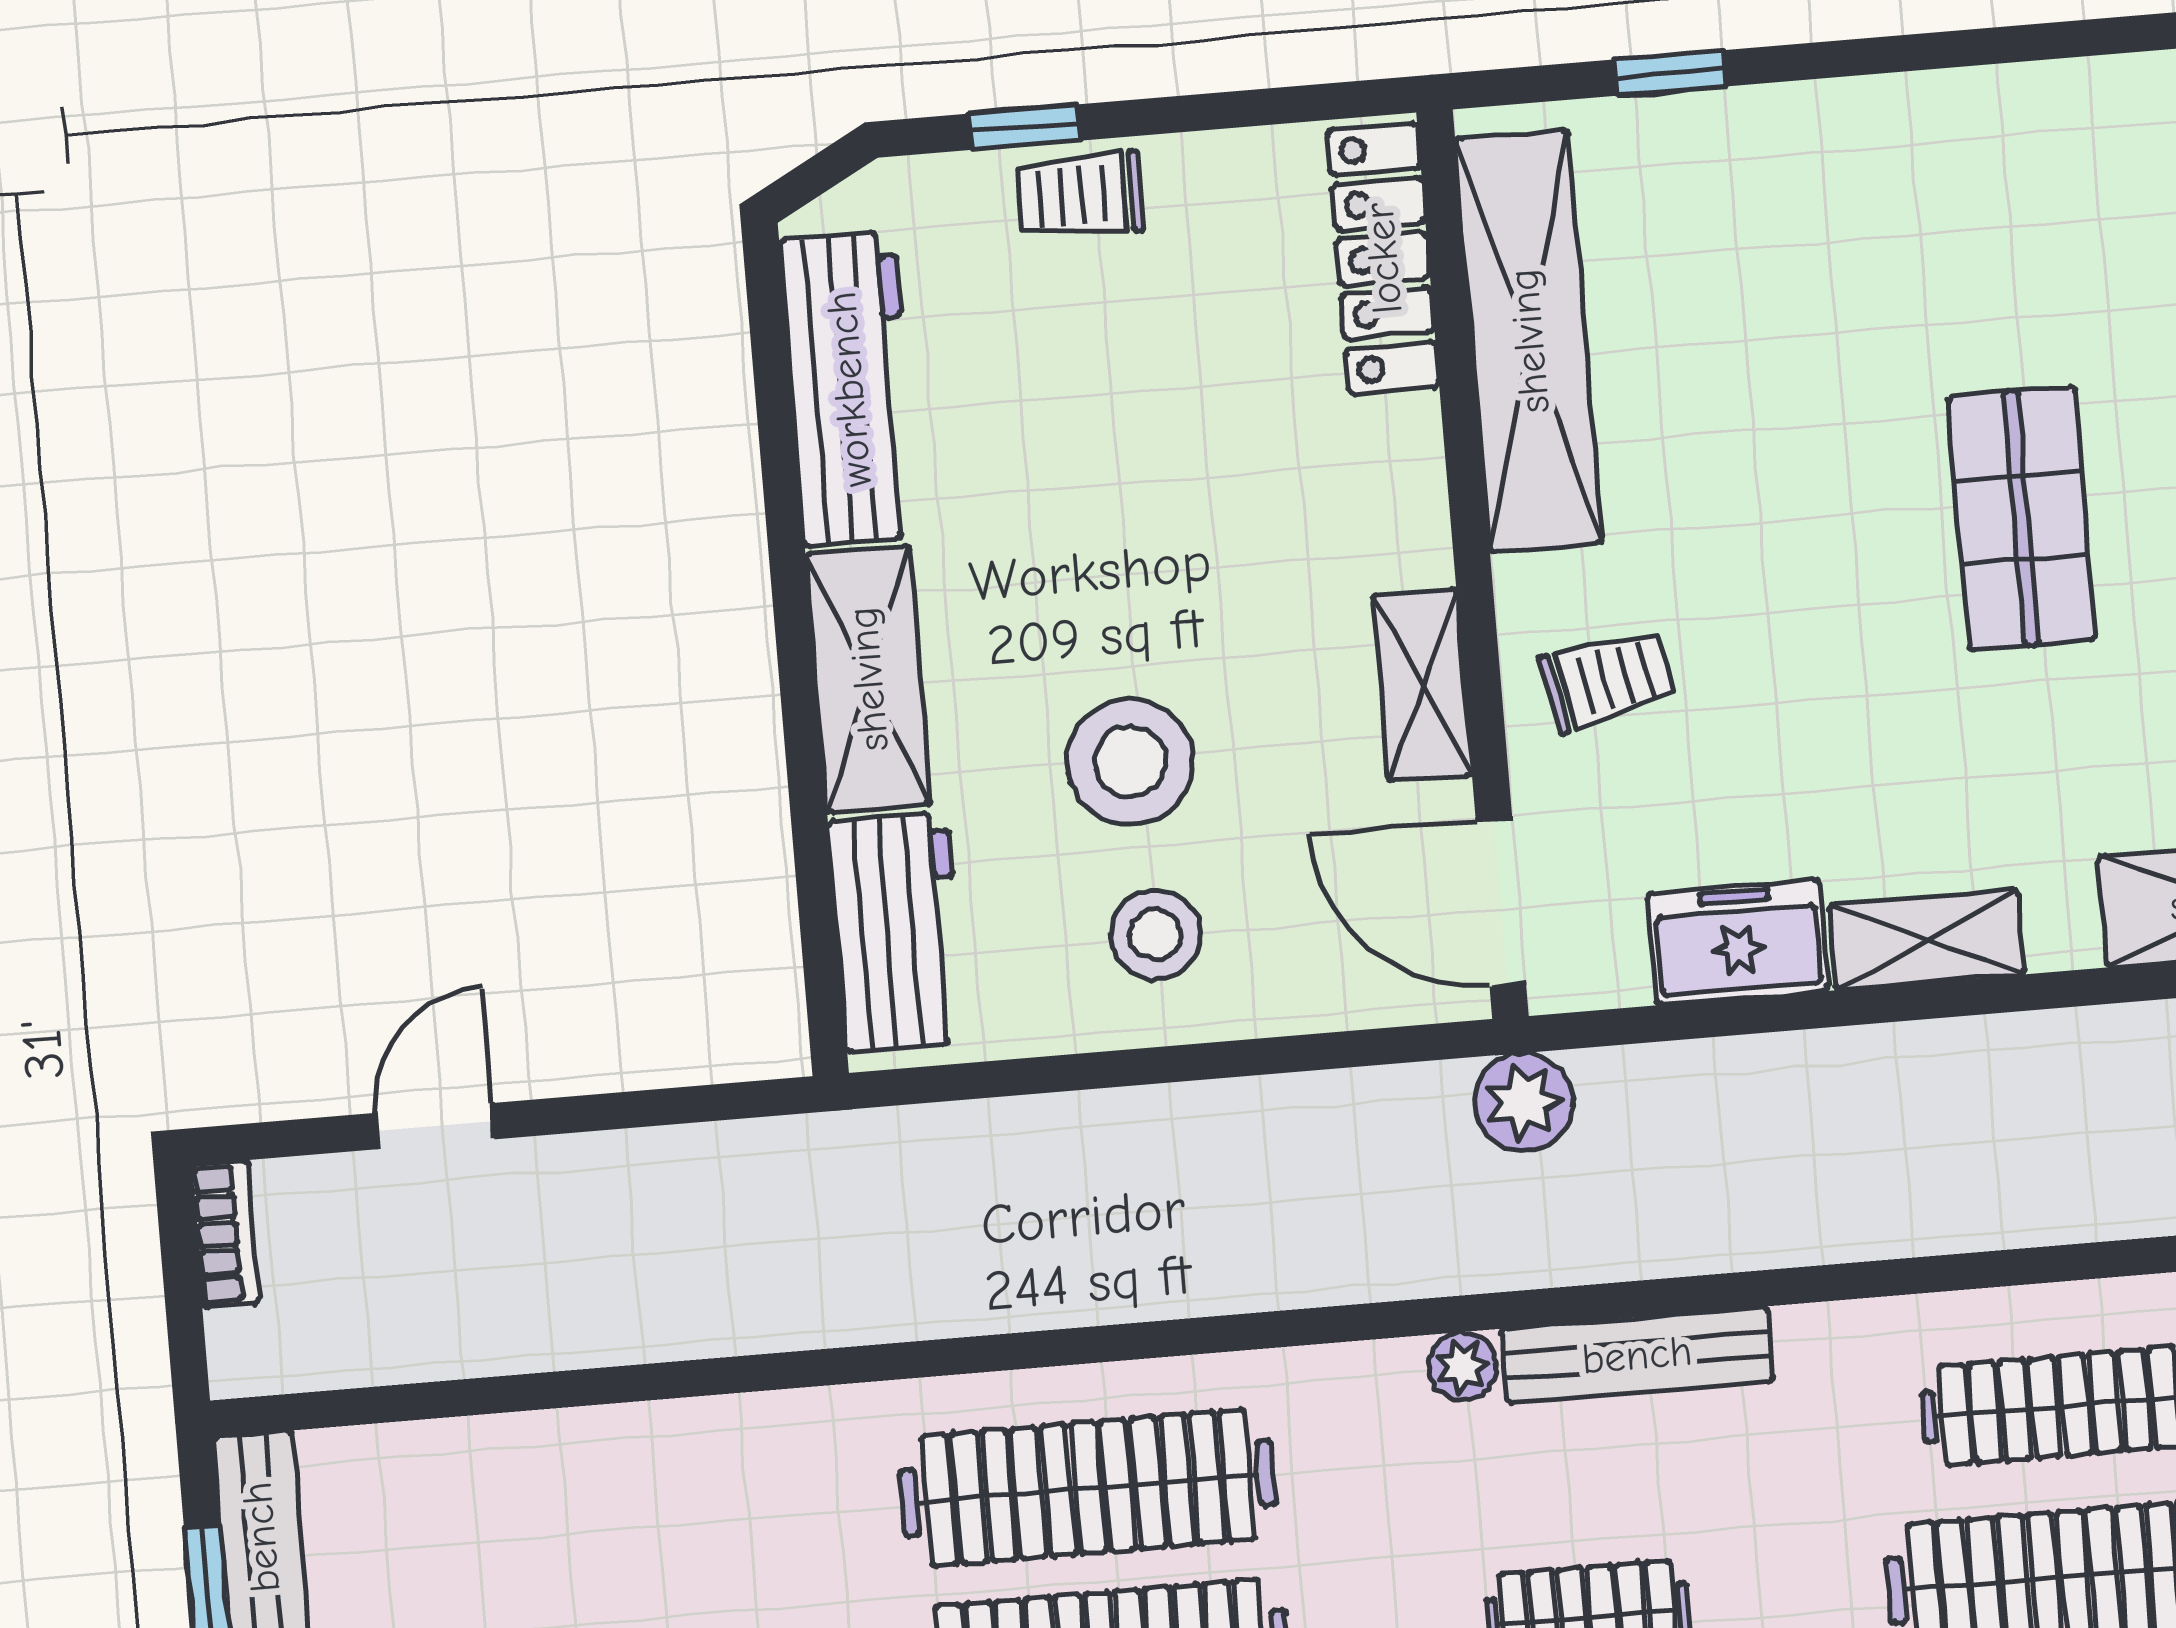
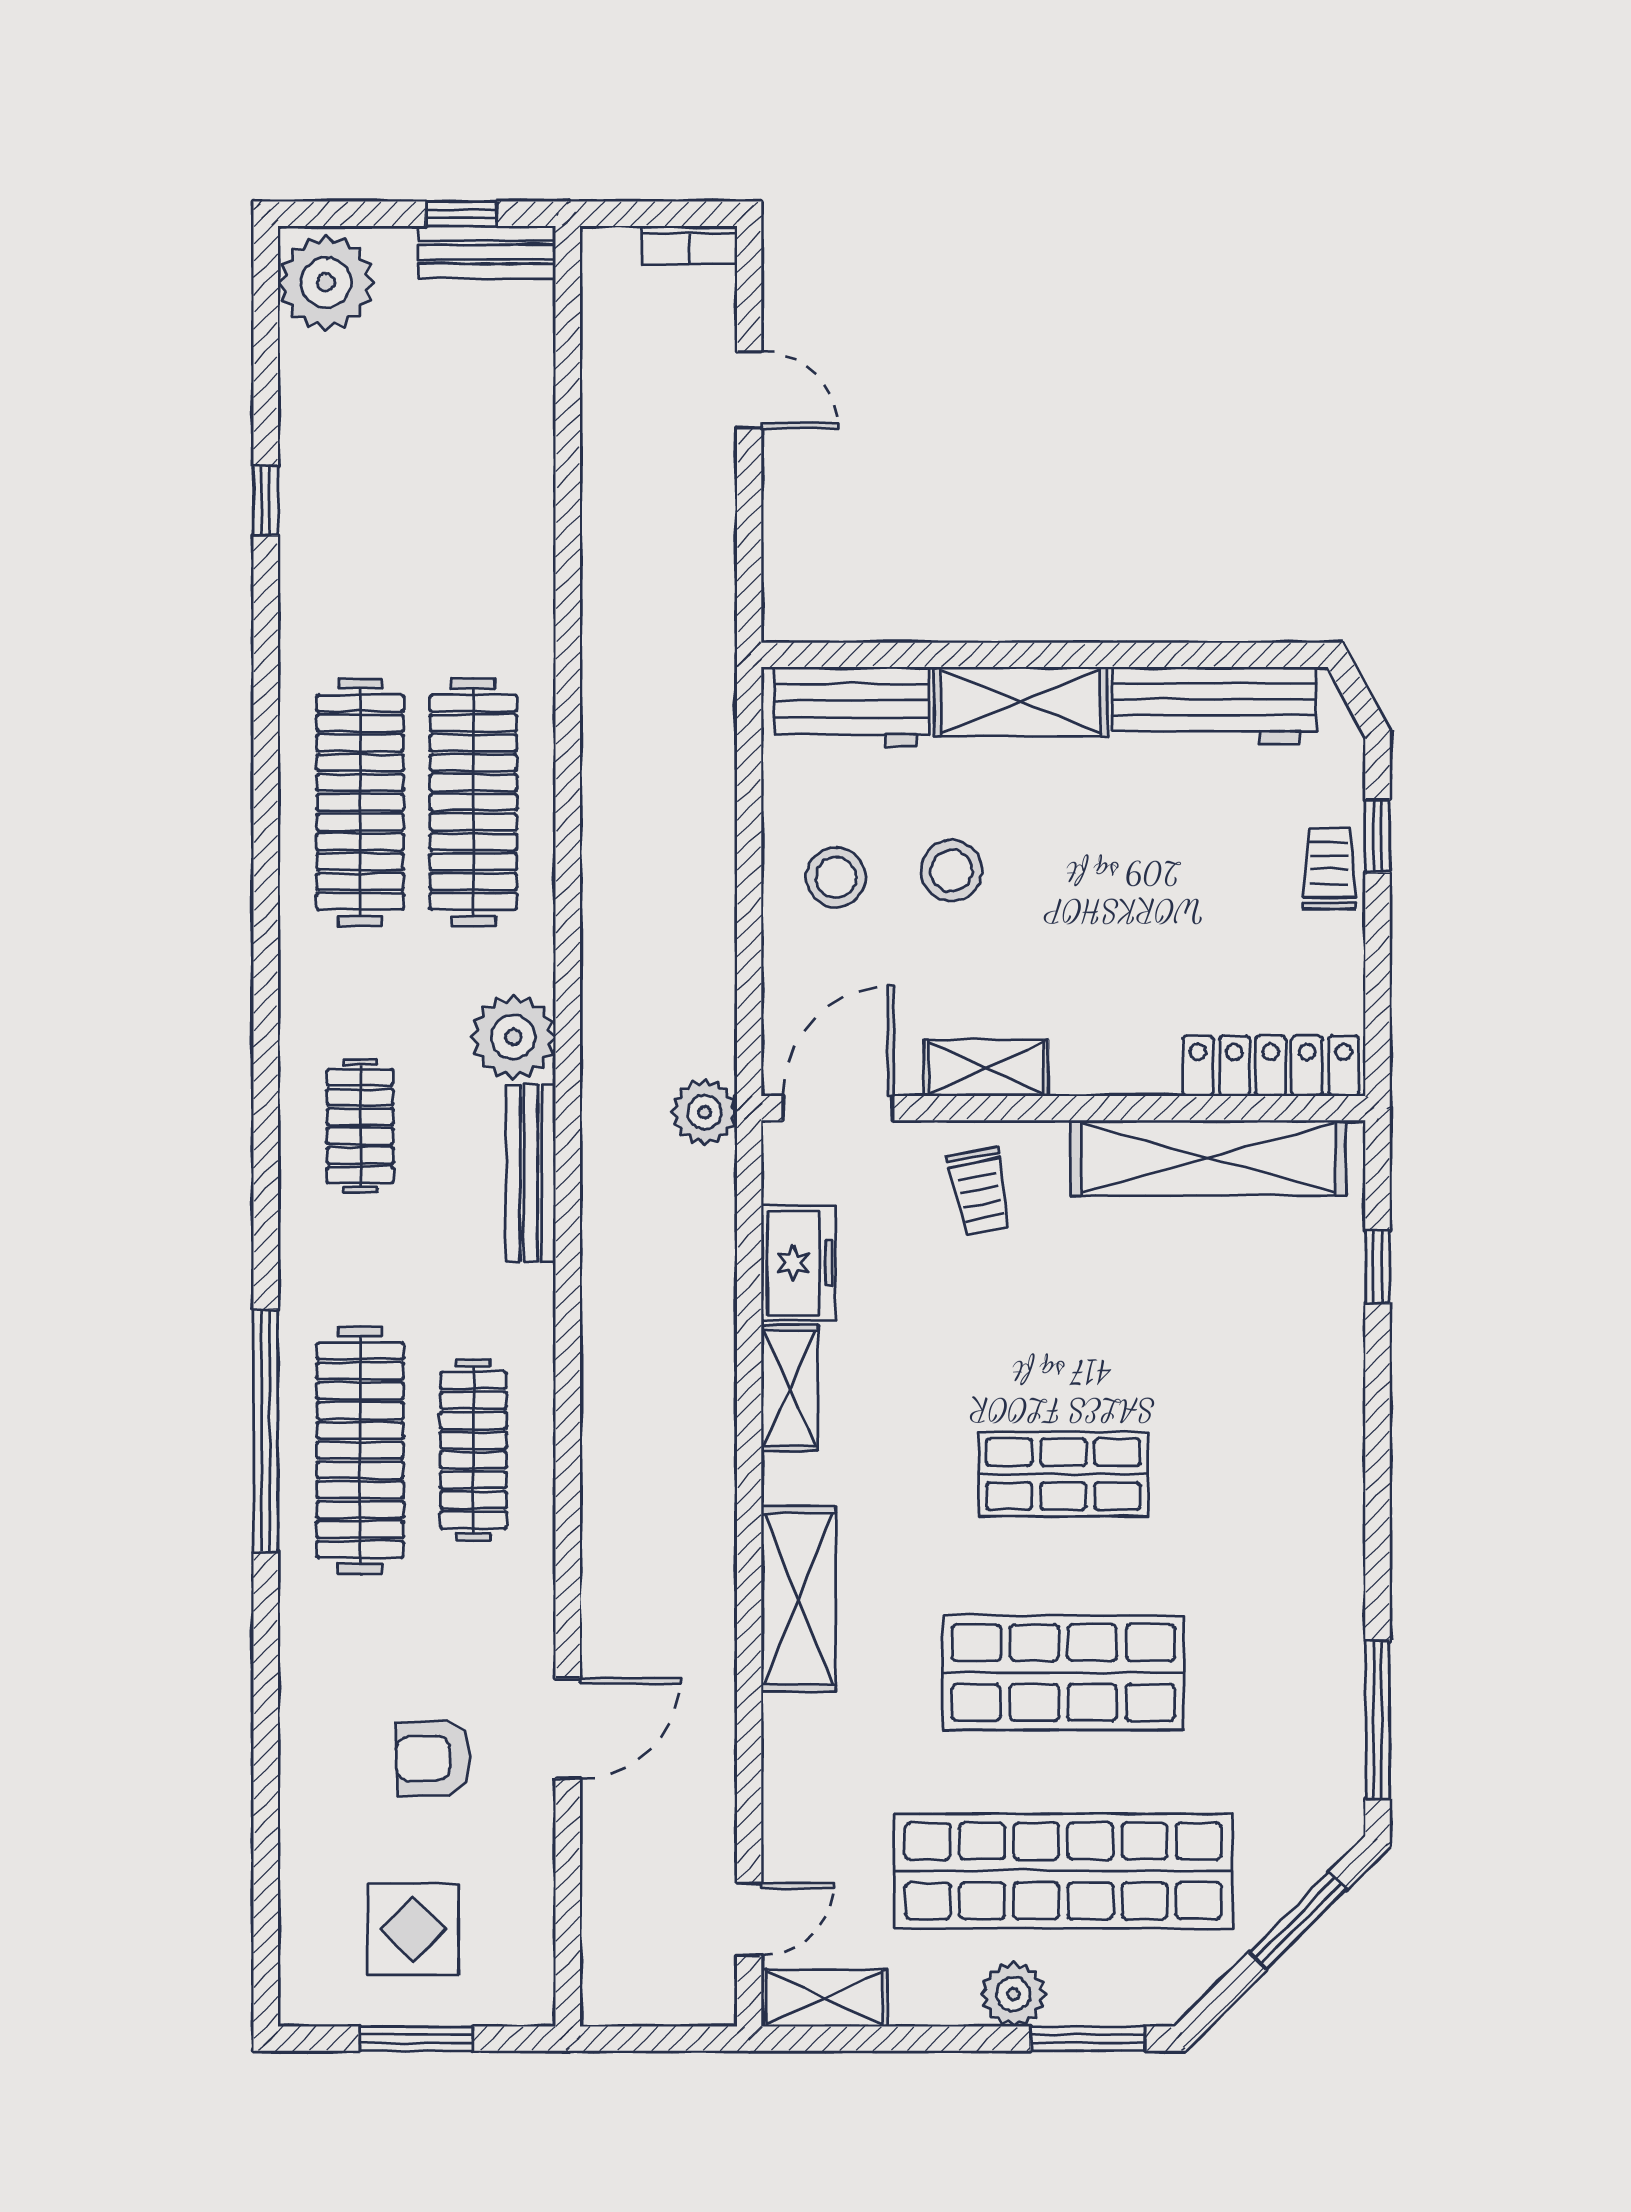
stool: (1130, 762) -> (952, 870), width x0.73, depth x0.73
plant: (1462, 1366) -> (513, 1037), width x1.88, depth x1.88

